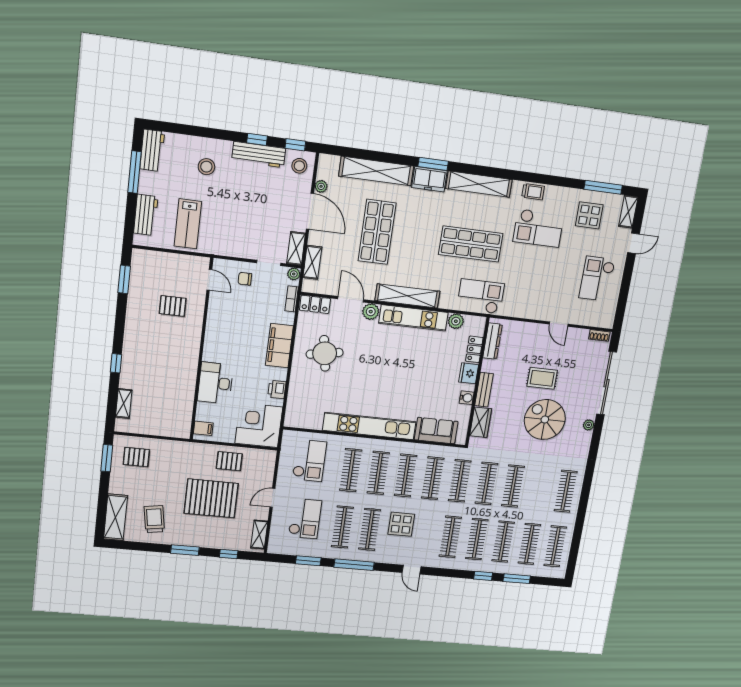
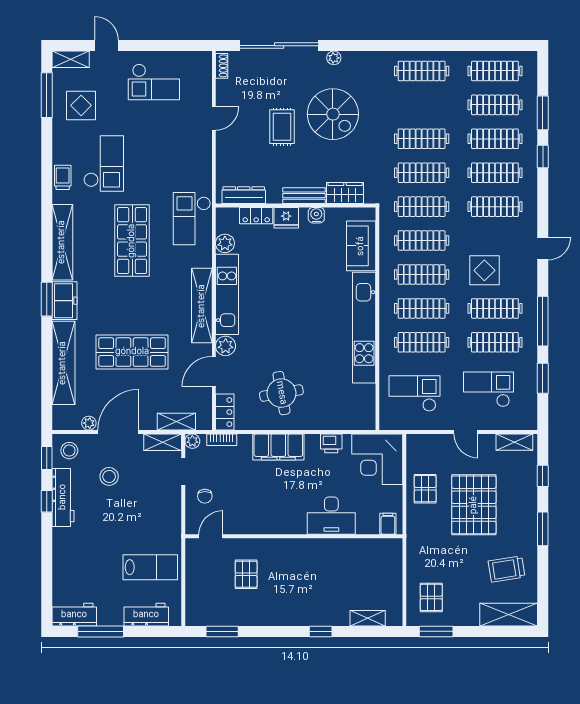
stool: (206, 167) -> (109, 476), moved
spiral stairs: (545, 420) -> (333, 114), turned -90

